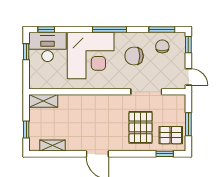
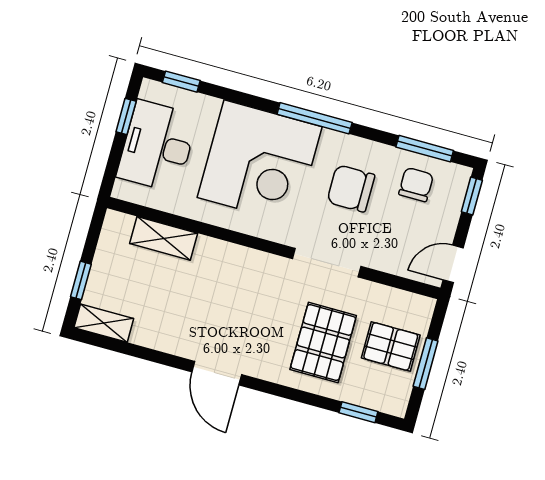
desk: (48, 47) -> (157, 146), moved, turned -90
door: (188, 77) -> (453, 264), swing flipped
doorway: (146, 92) -> (327, 263), moved
shelving: (43, 101) -> (164, 238), moved
pallet: (171, 135) -> (391, 346), moved
shelving: (53, 146) -> (104, 323), moved

